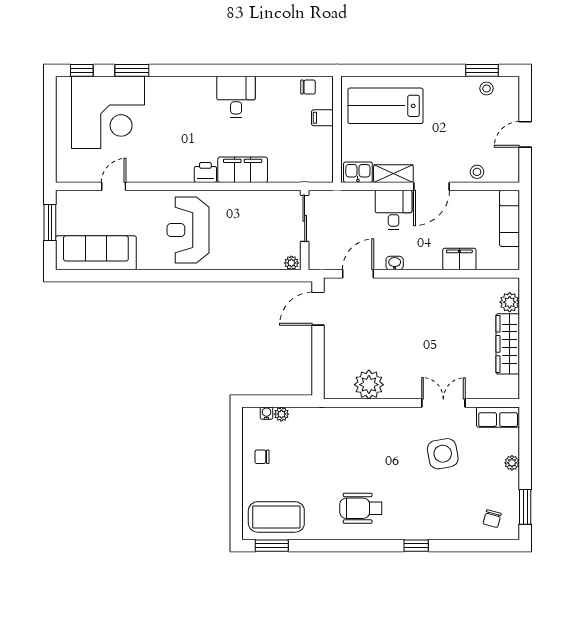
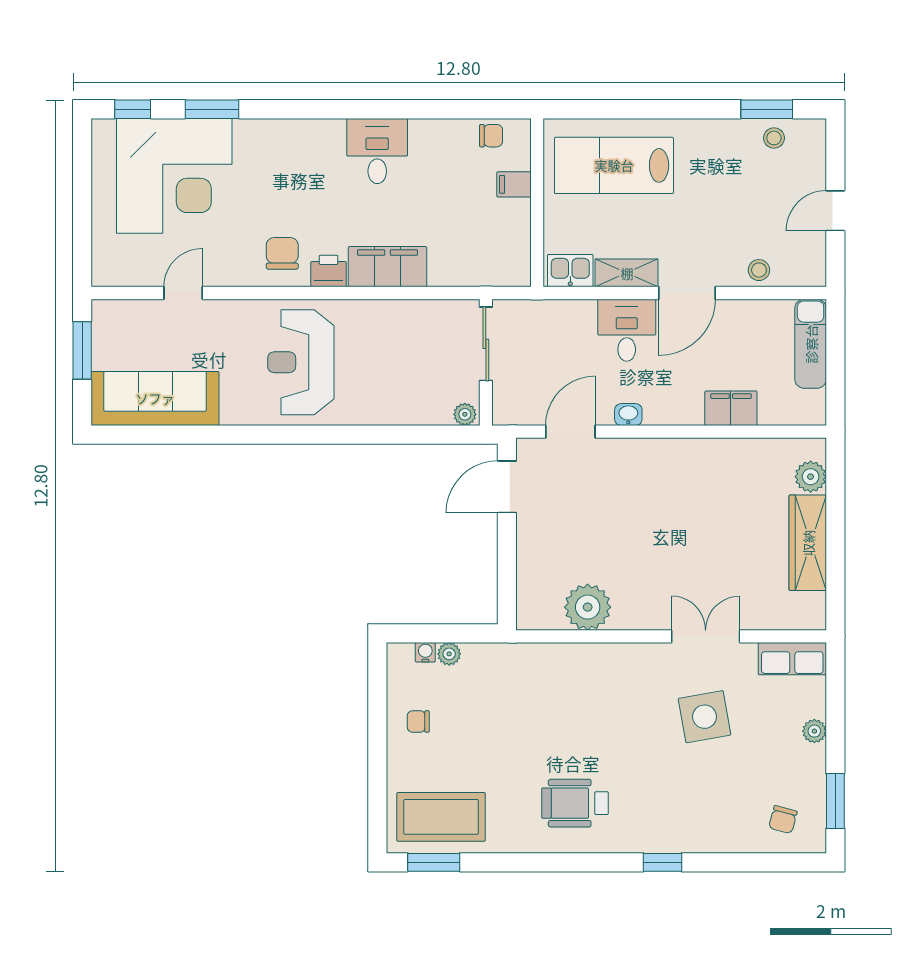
chair: (176, 161) -> (282, 253), added

